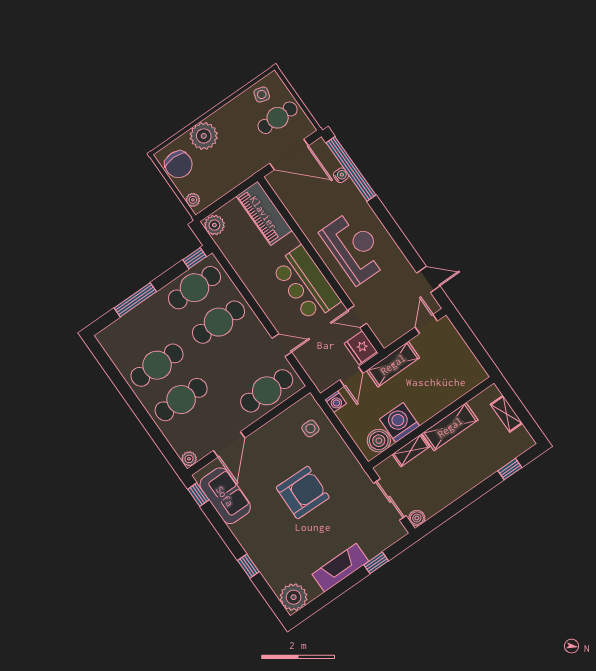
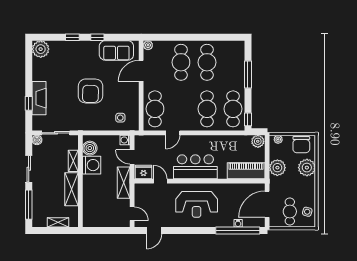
chair: (179, 164) -> (301, 145), turned -90
plant: (231, 175) -> (277, 168), added
door: (357, 317) -> (160, 181), hinge flipped
door: (229, 444) -> (141, 71), hinge flipped
window: (510, 469) -> (29, 205), width x2.17
window: (198, 495) -> (97, 37), moved
sliding door: (463, 502) -> (29, 169), added
fireplace: (340, 568) -> (39, 98), moved

